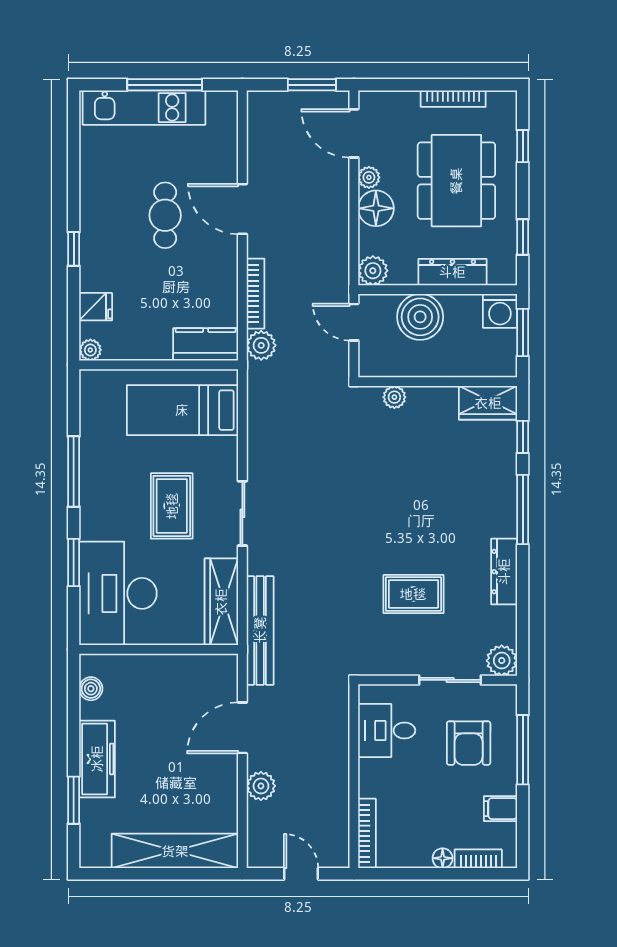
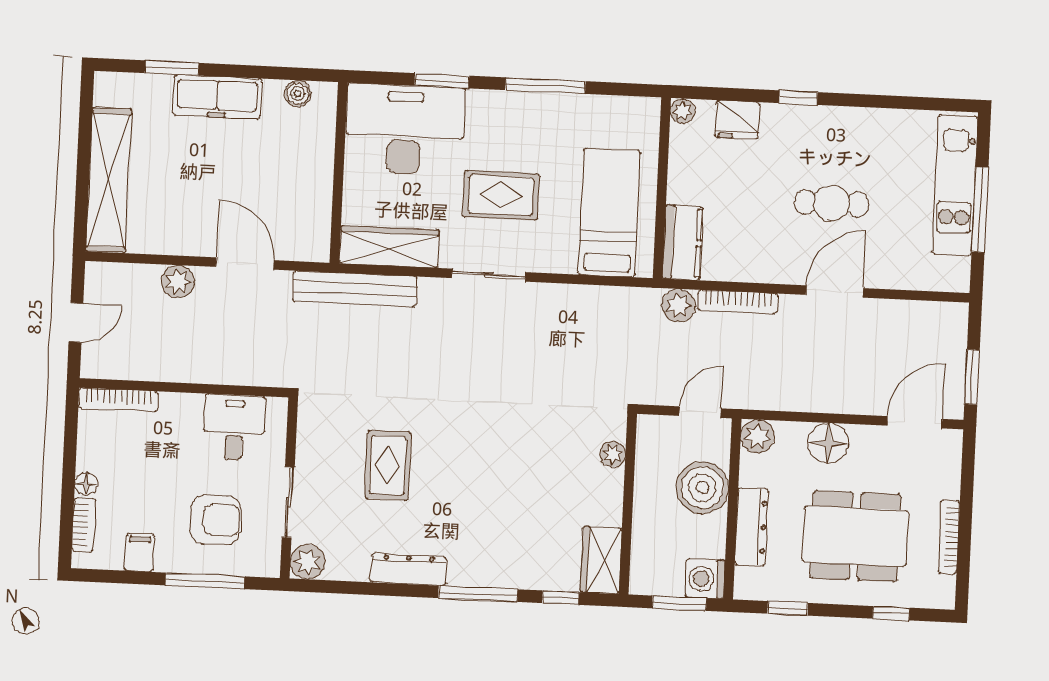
plant: (369, 177) -> (864, 437), removed
fridge: (96, 307) -> (737, 120), width x1.38
armchair: (469, 743) -> (216, 520), turned 180

